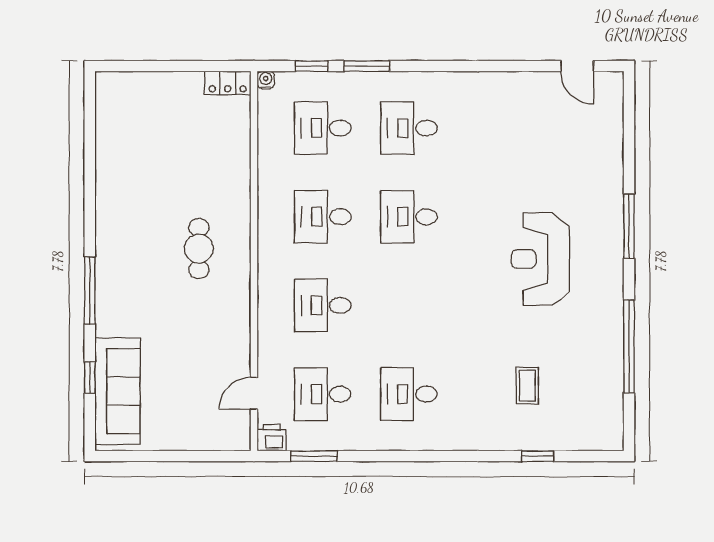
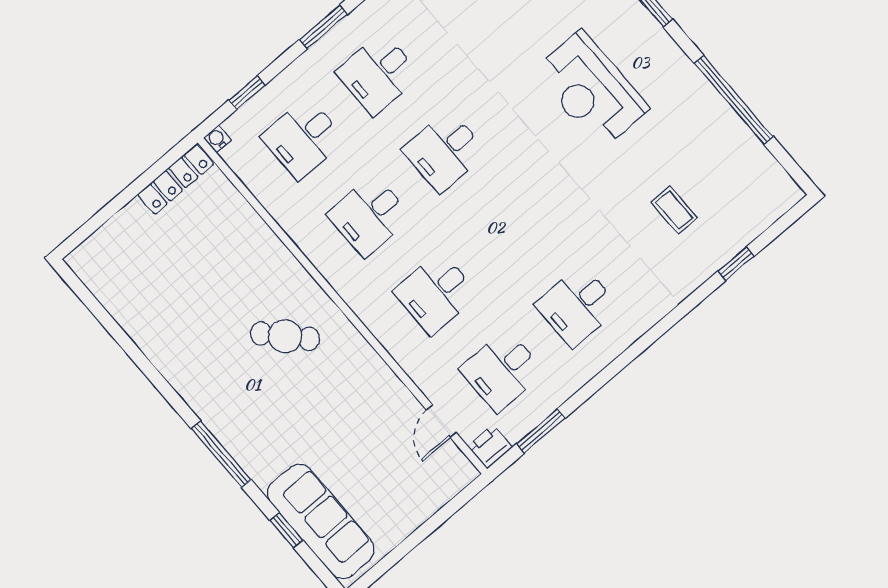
window: (367, 66) -> (324, 27), moved
locker: (228, 83) -> (176, 179), width x1.53
cafe table: (199, 249) -> (285, 336), turned -43

